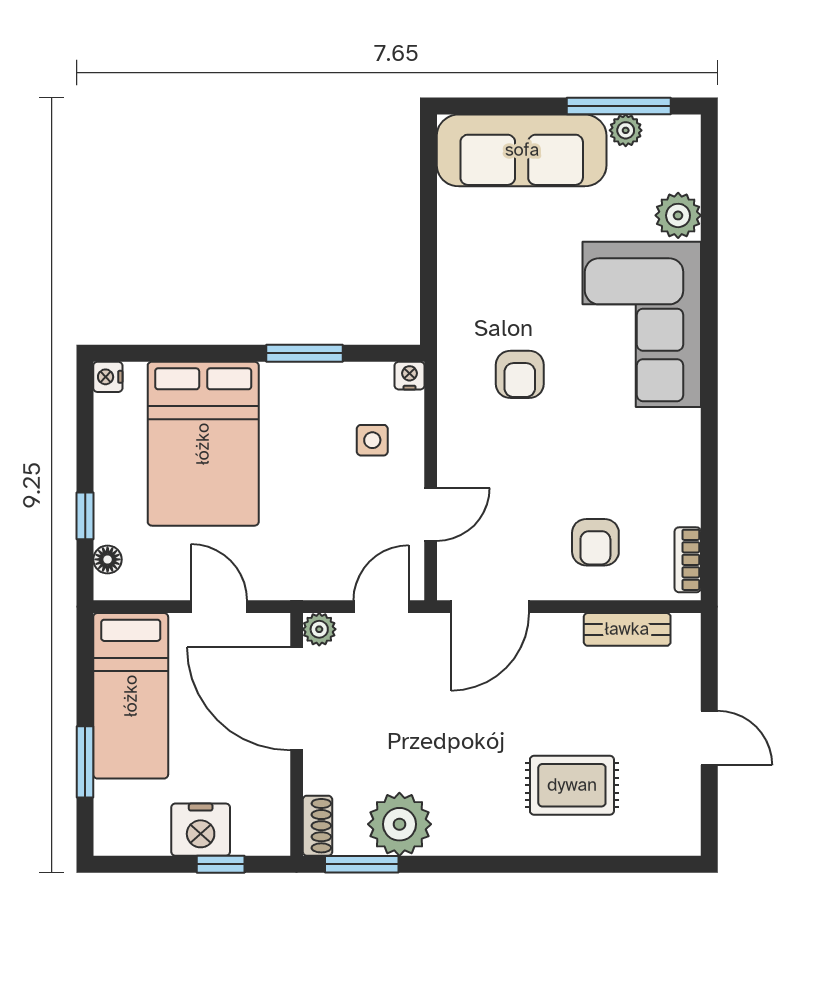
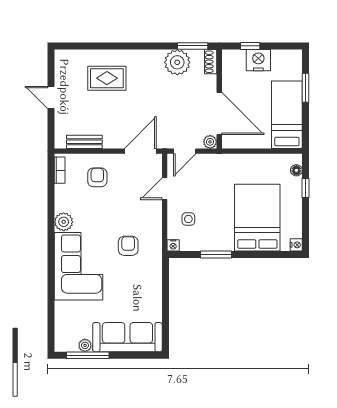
plant: (678, 215) -> (64, 222), moved
door: (219, 607) -> (251, 151), removed

